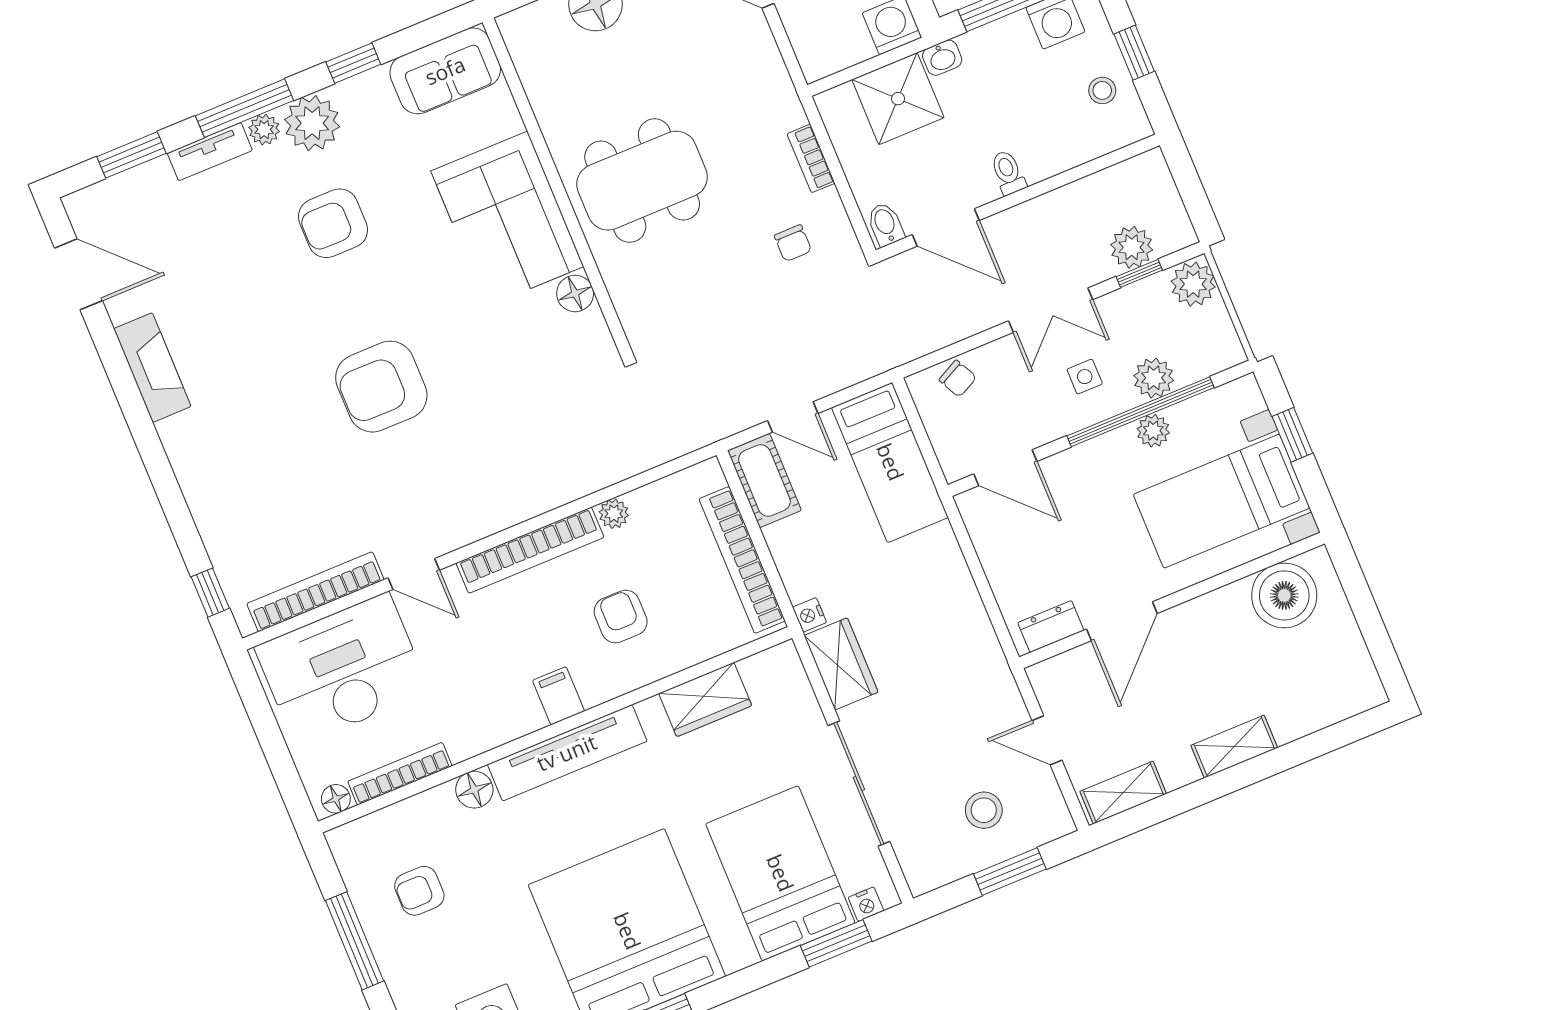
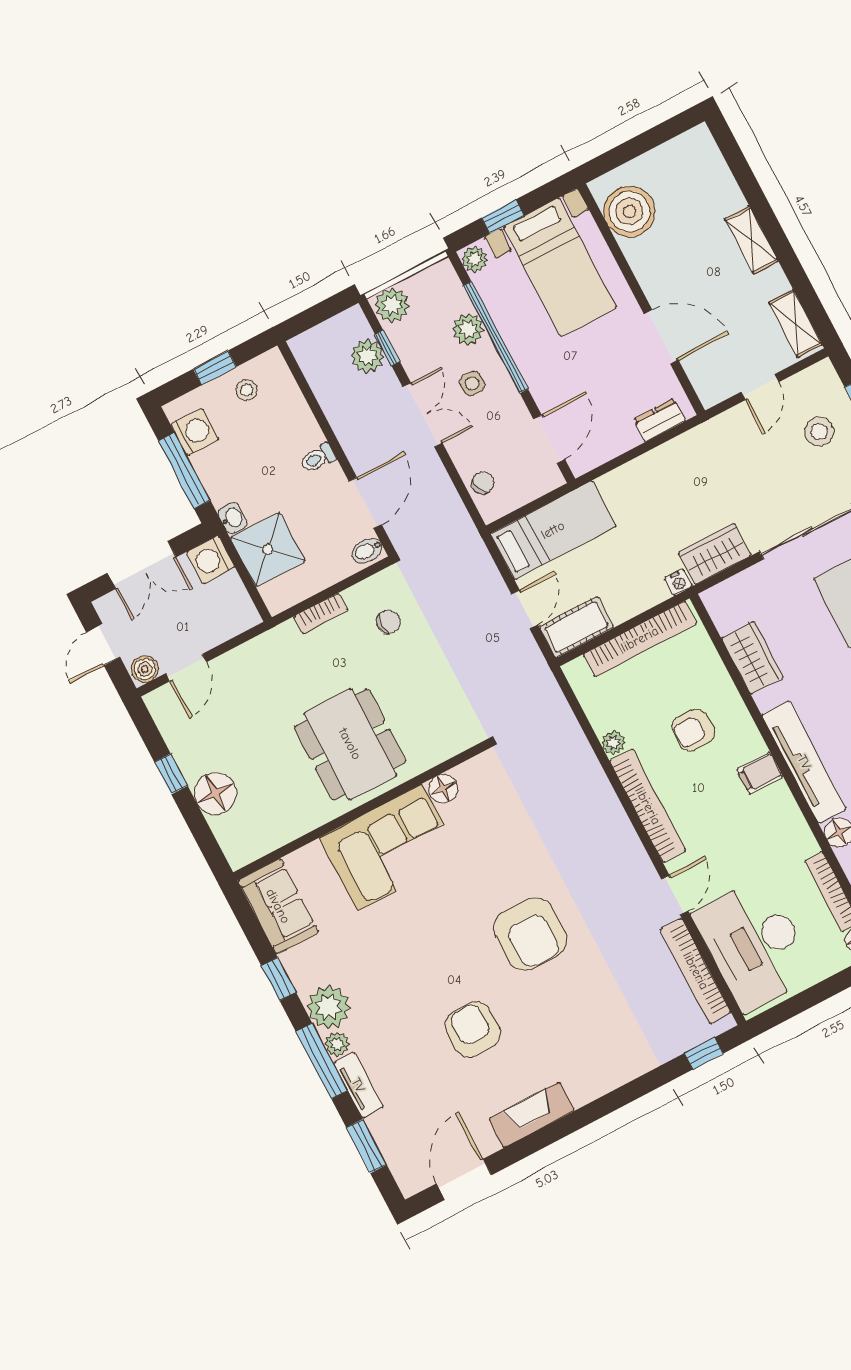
armchair: (333, 223) -> (473, 1029), moved, turned 180
plant: (1153, 431) -> (475, 259), moved
dresser: (1051, 627) -> (660, 420), moved, turned 90

